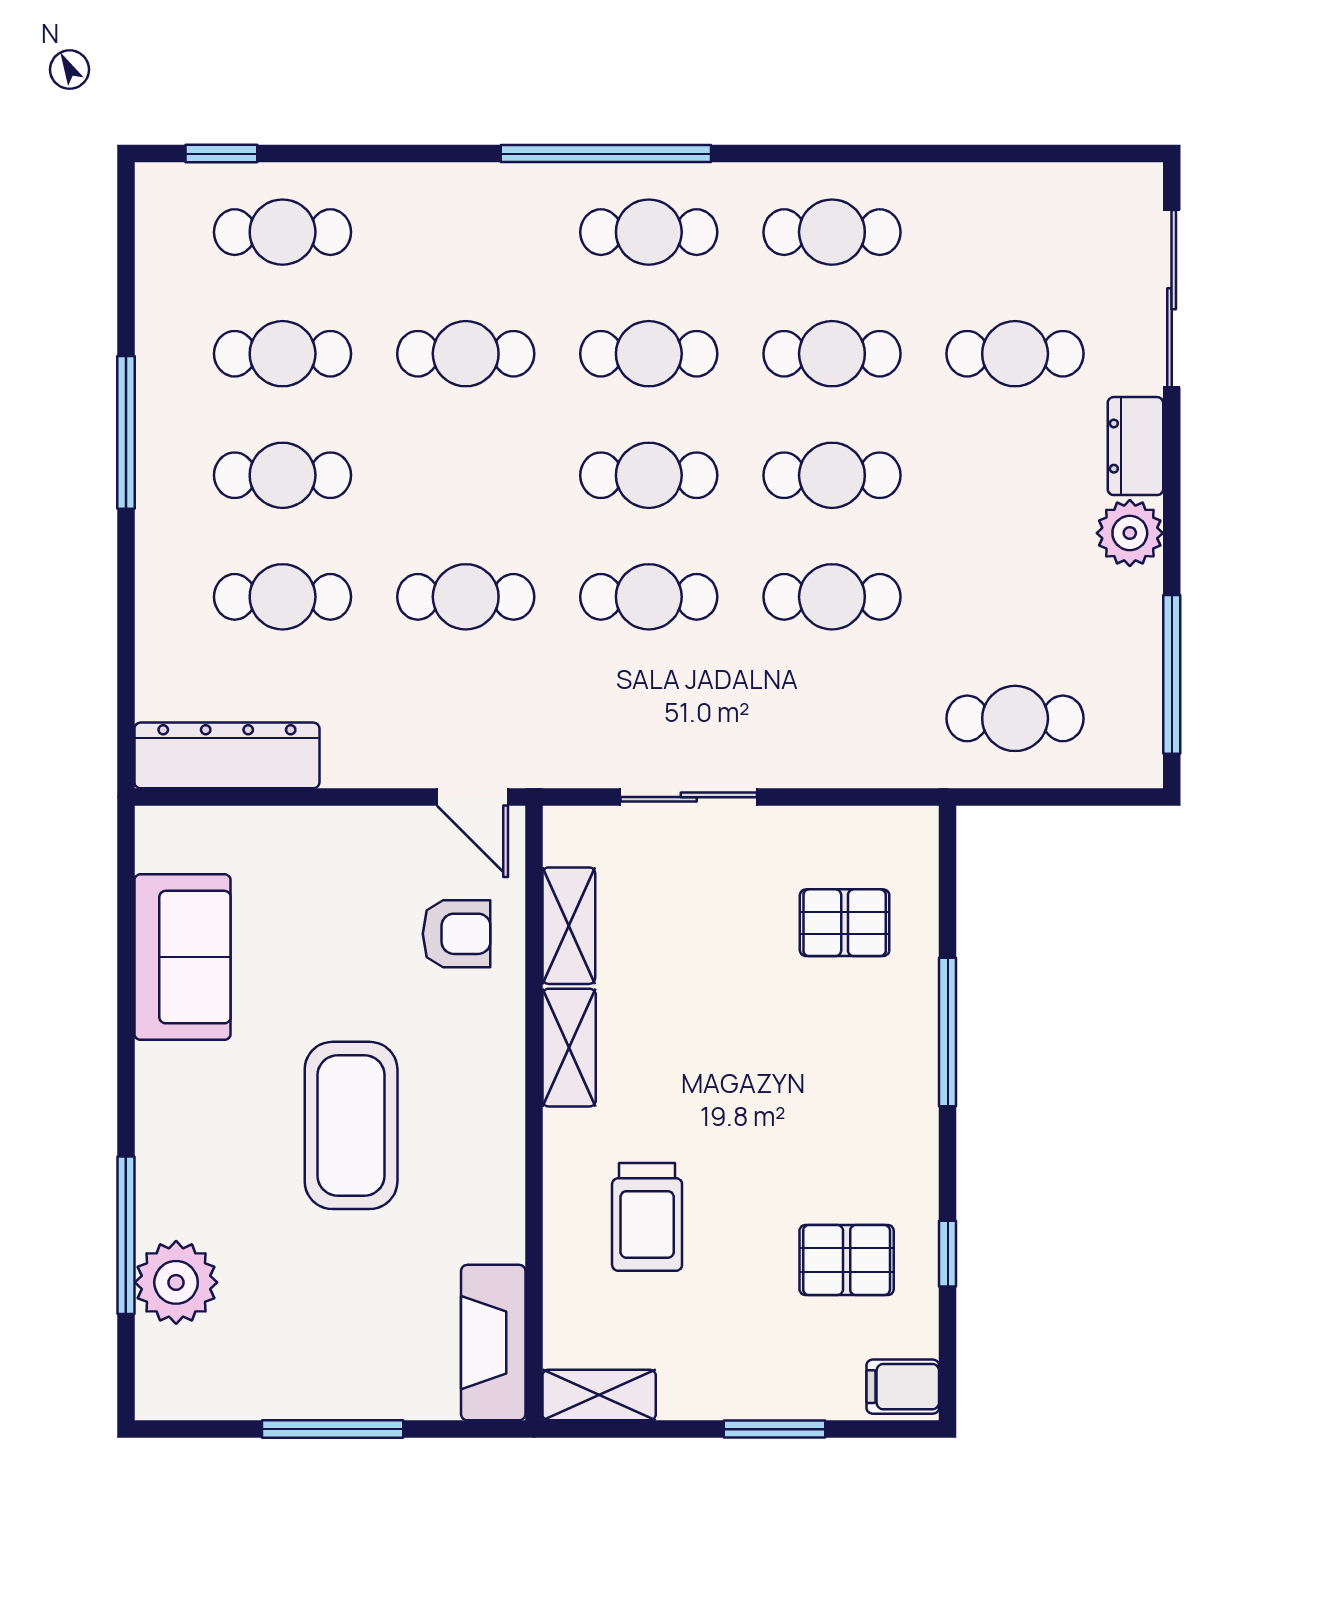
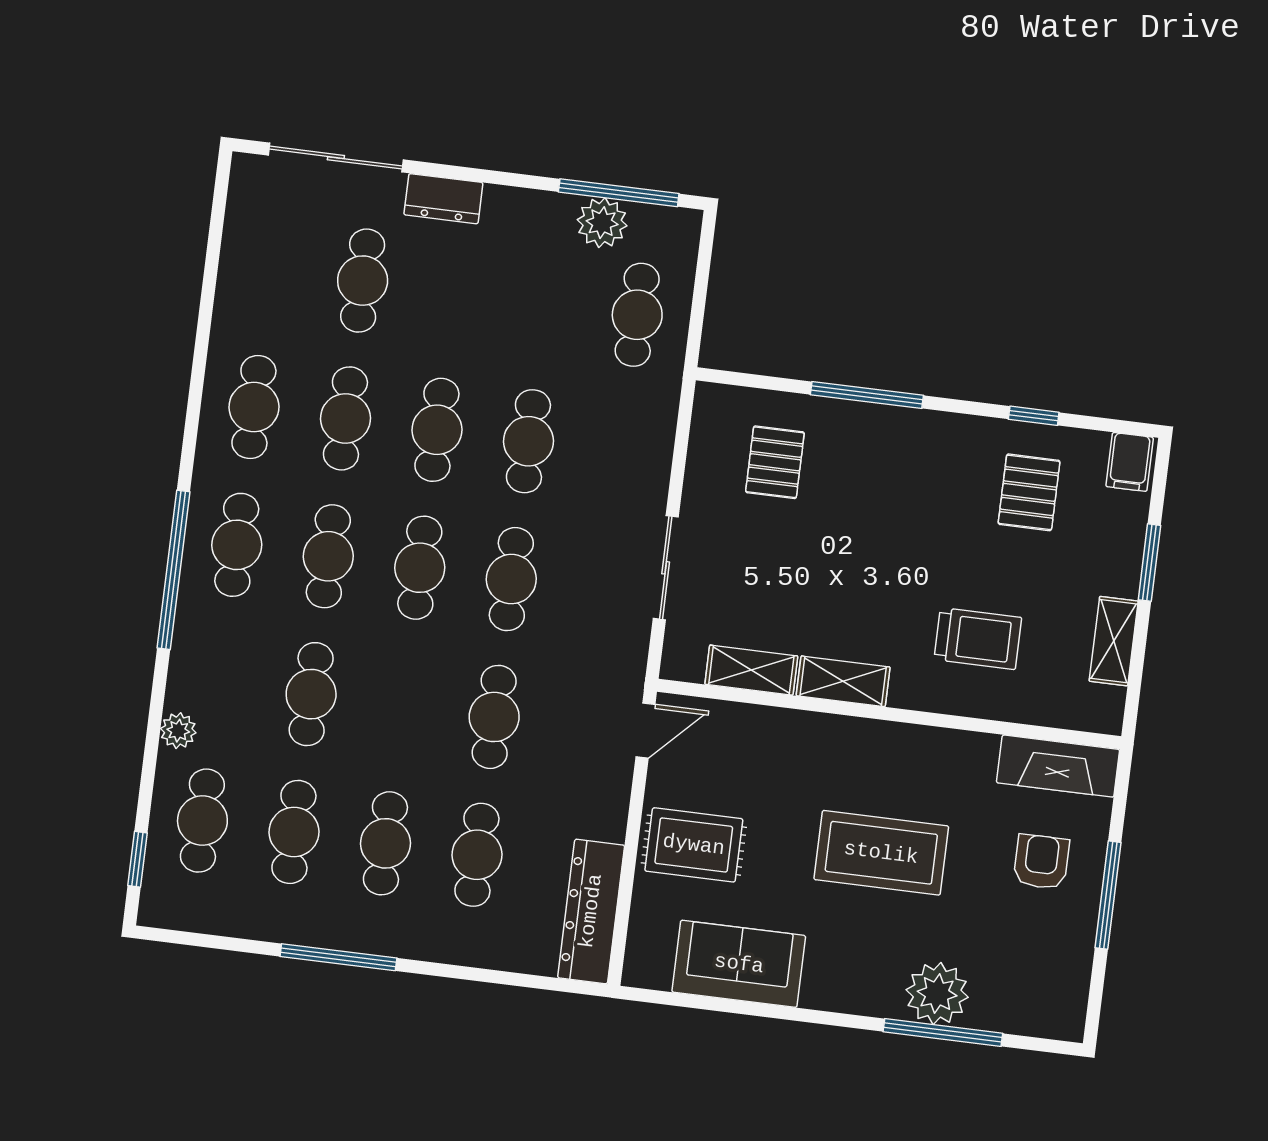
plant: (396, 186) -> (178, 731), added
plant: (1130, 533) -> (602, 223), moved
rug: (331, 879) -> (694, 845), added
armchair: (457, 934) -> (1041, 862), moved
plant: (176, 1282) -> (937, 994), moved
shelving: (599, 1395) -> (1114, 641), moved

